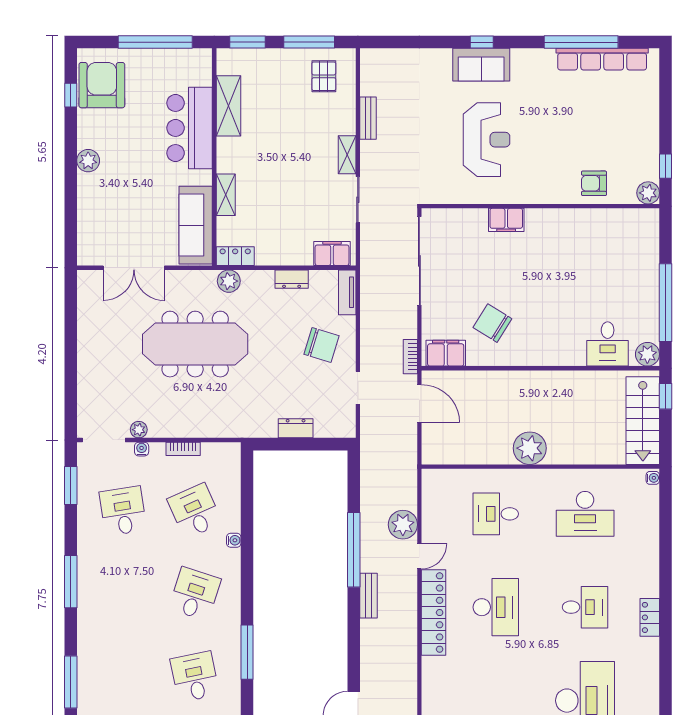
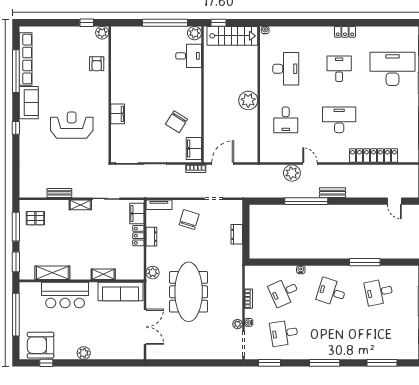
sofa: (481, 65) -> (29, 103), moved
locker: (235, 256) -> (138, 236), moved
locker: (434, 613) -> (373, 155), moved

